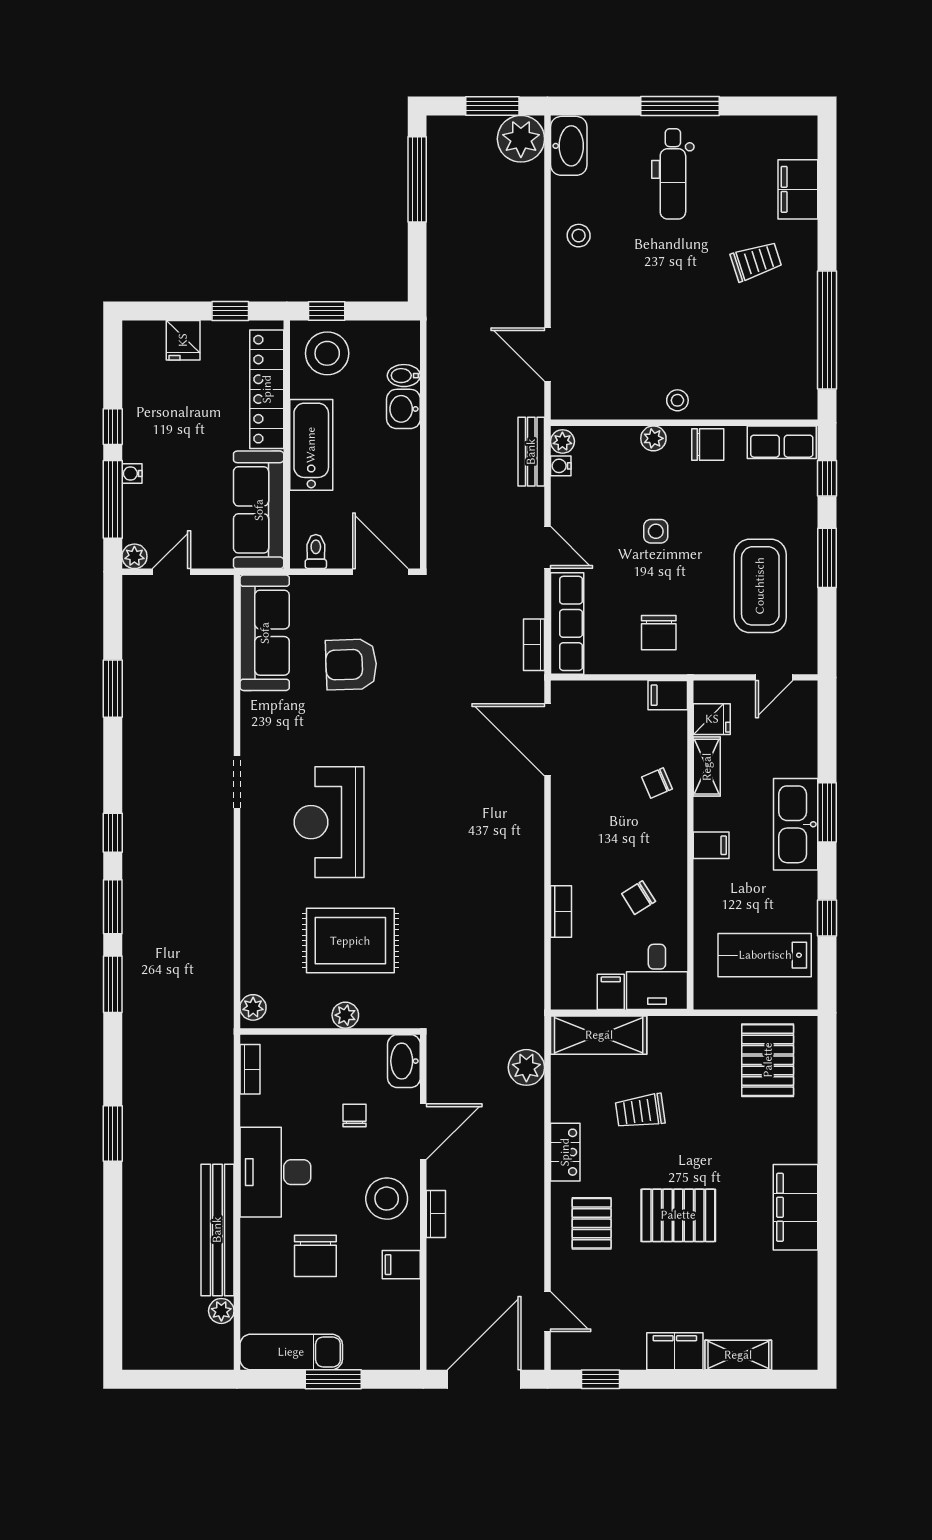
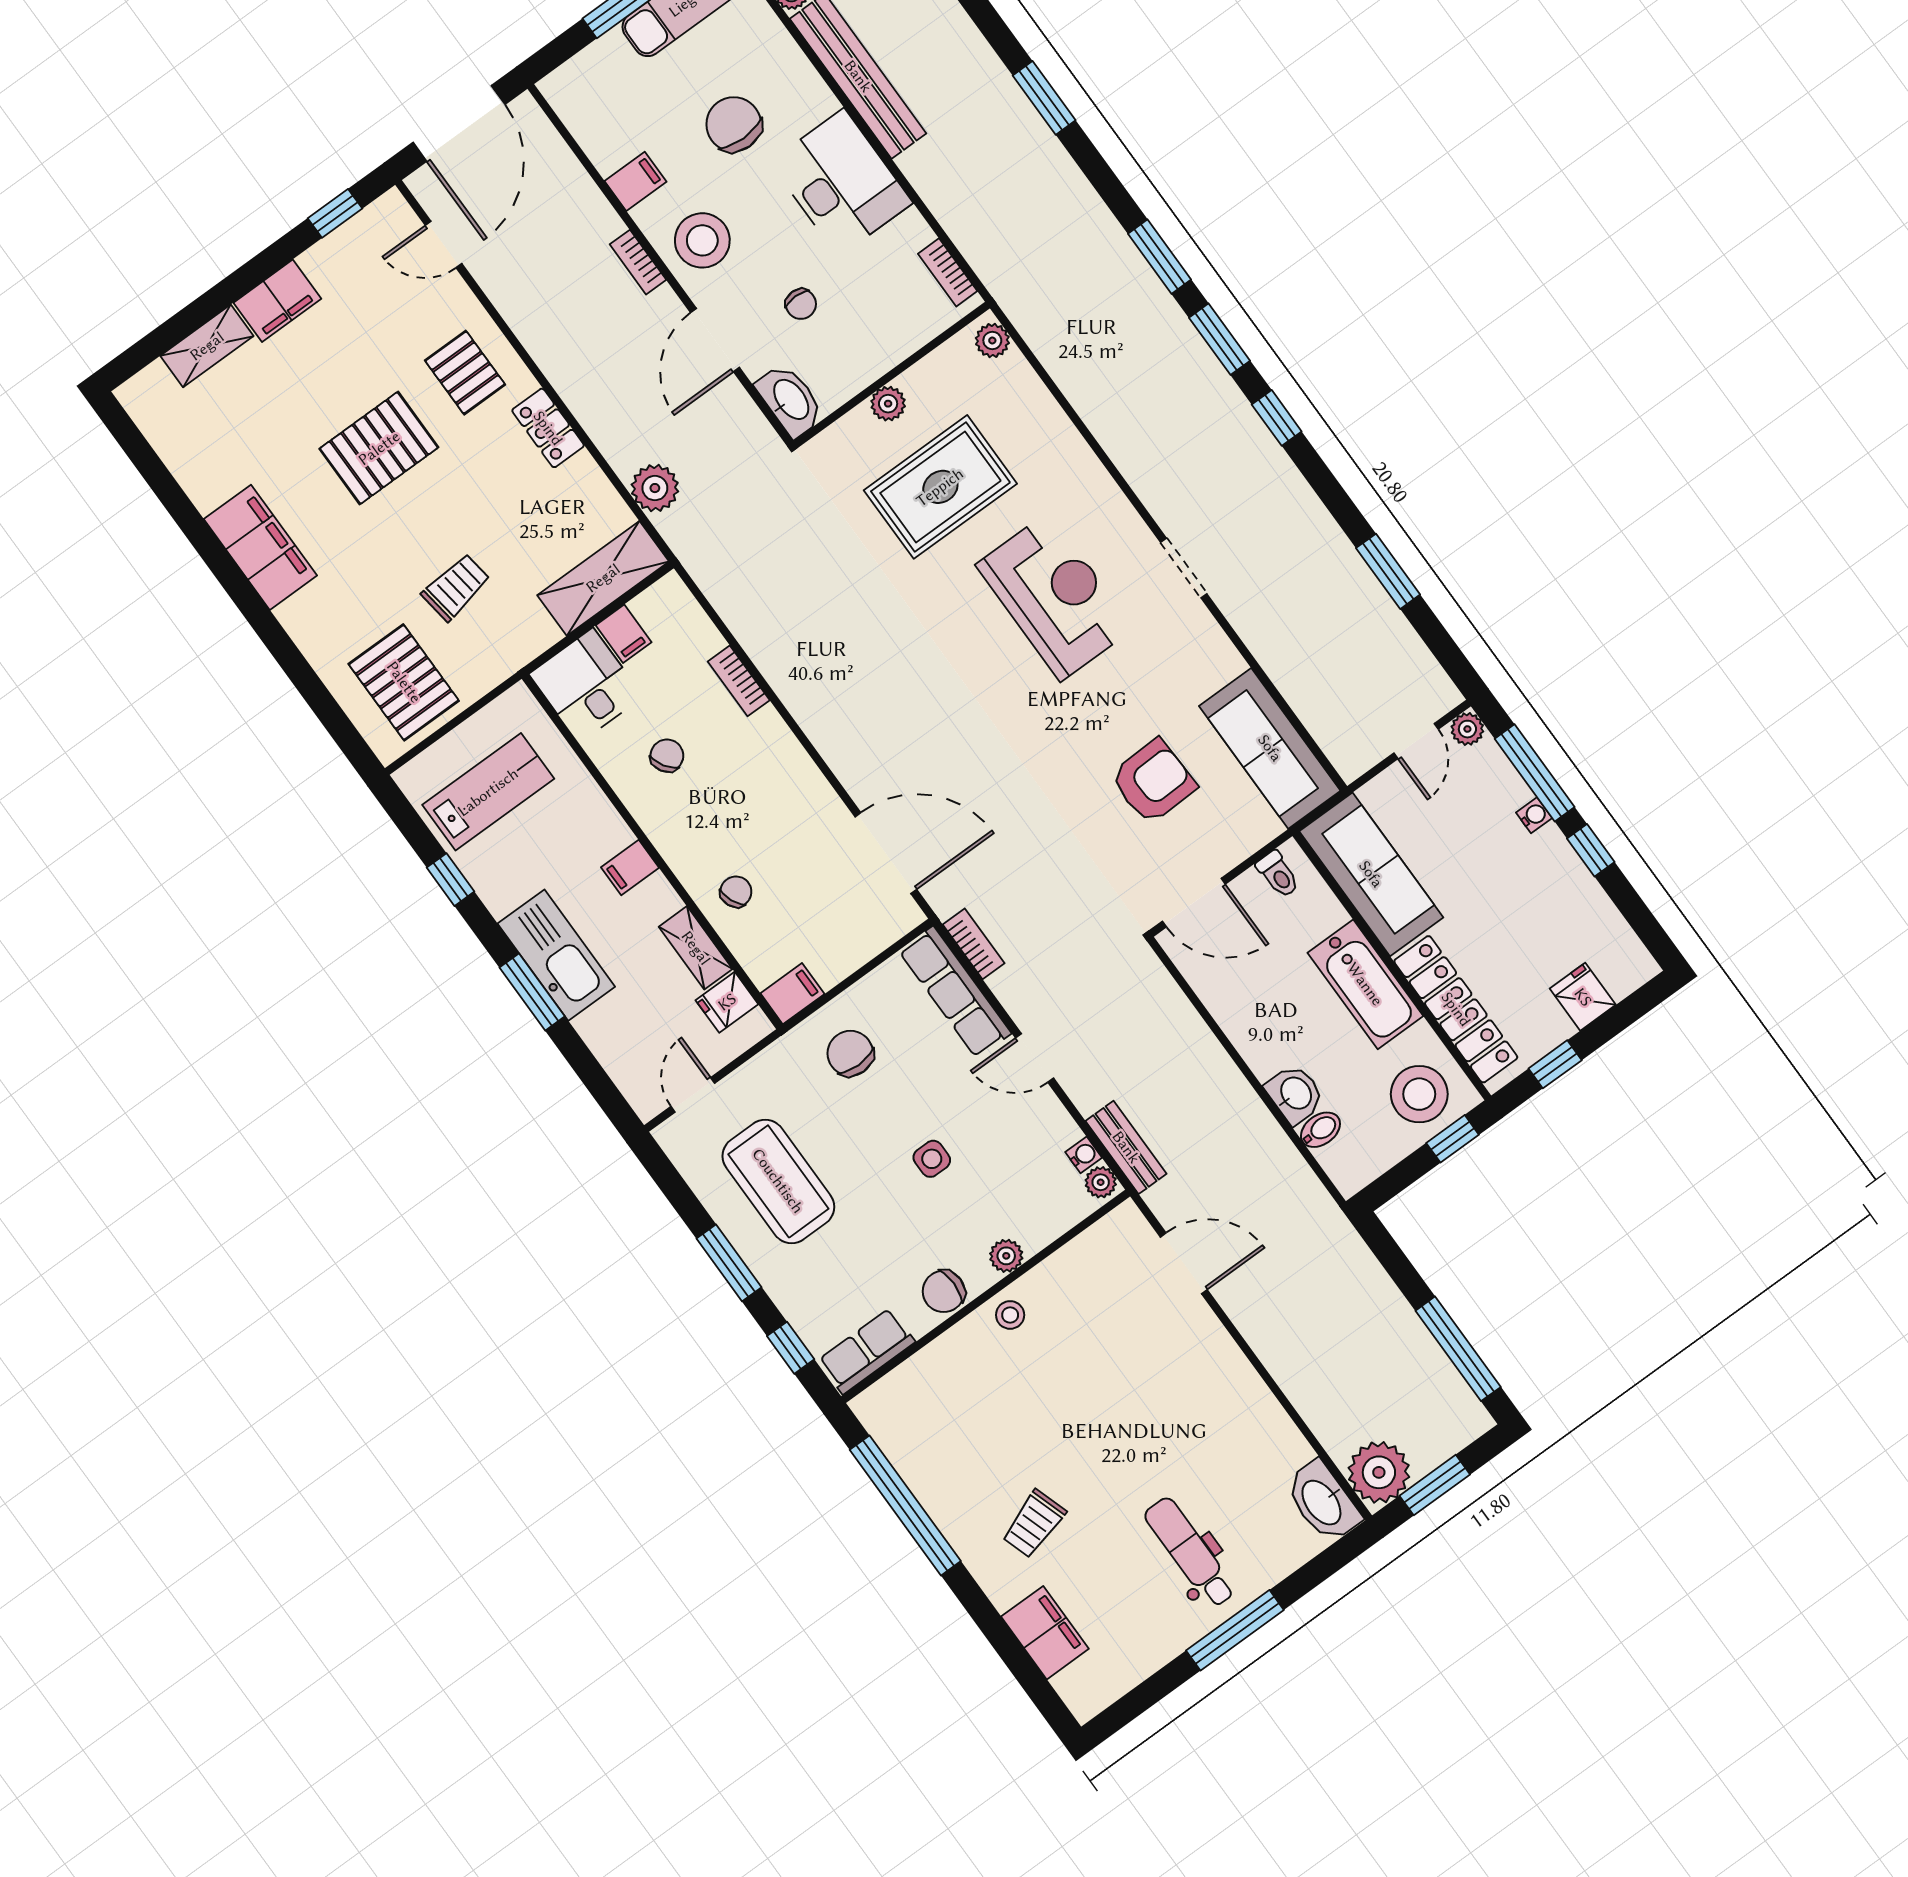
stool: (579, 236) -> (1243, 1414), removed
trolley: (640, 1111) -> (456, 587), moved

